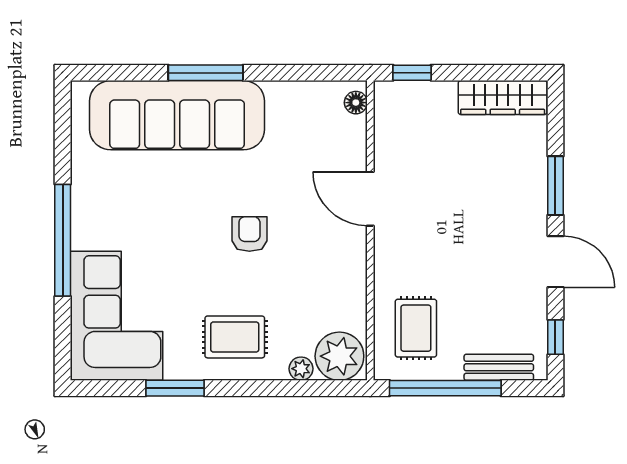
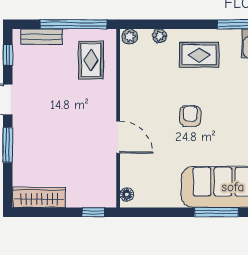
armchair: (249, 234) -> (190, 116), turned 180
plant: (339, 356) -> (130, 37), width x0.53, depth x0.53

